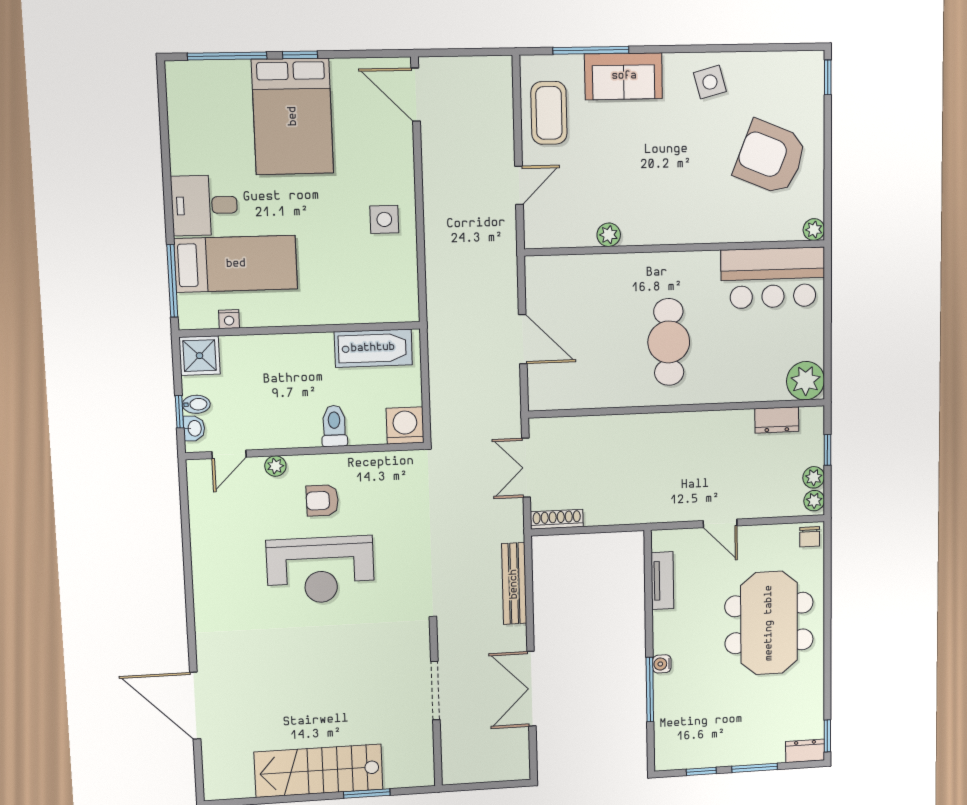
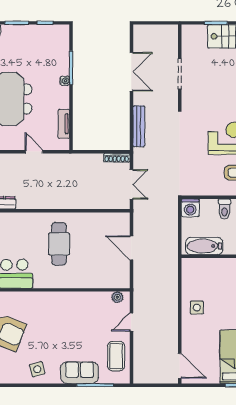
plant: (609, 235) -> (117, 297), moved

